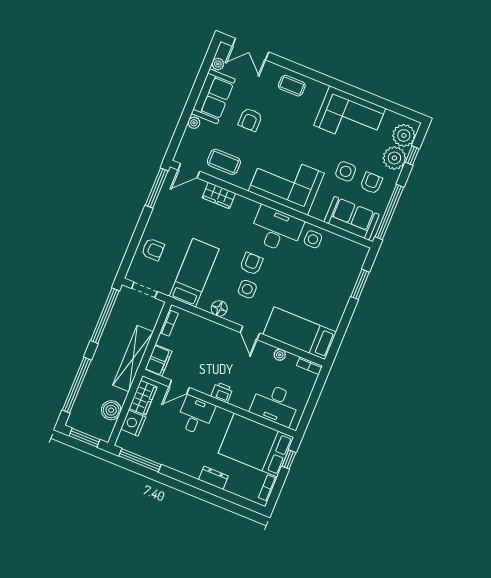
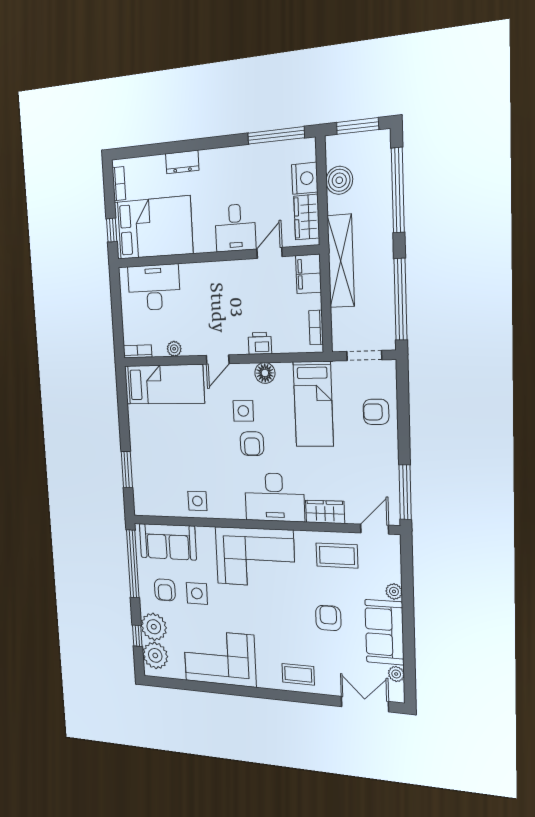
desk: (276, 230) -> (274, 497), moved
door: (250, 333) -> (218, 359), swing flipped
printer: (222, 392) -> (260, 343), moved, turned 180

